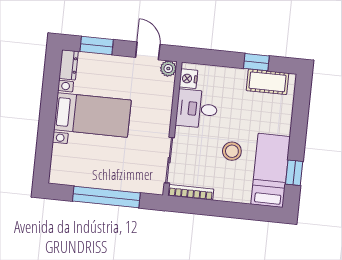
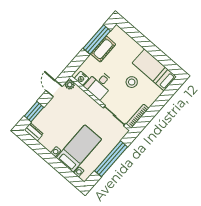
door: (148, 51) -> (54, 89), hinge flipped
window: (256, 62) -> (97, 40), width x2.17
cot: (267, 82) -> (103, 49), moved
bed with nightstands: (92, 115) -> (79, 148), moved
window: (294, 173) -> (164, 59), removed

